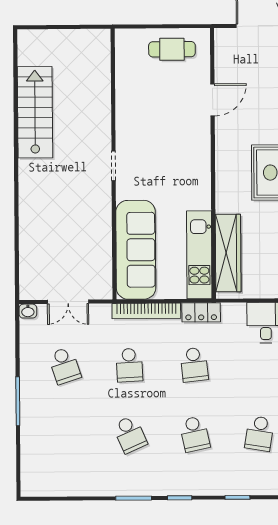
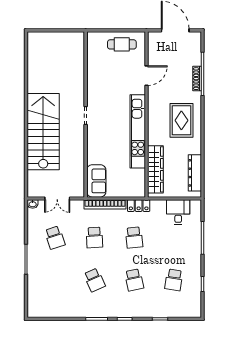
stairs: (35, 112) -> (43, 132), moved, width x1.36, depth x1.51
sofa: (136, 250) -> (96, 181), width x0.54, depth x0.79
kitchen unit: (199, 255) -> (138, 131), moved, width x1.36

